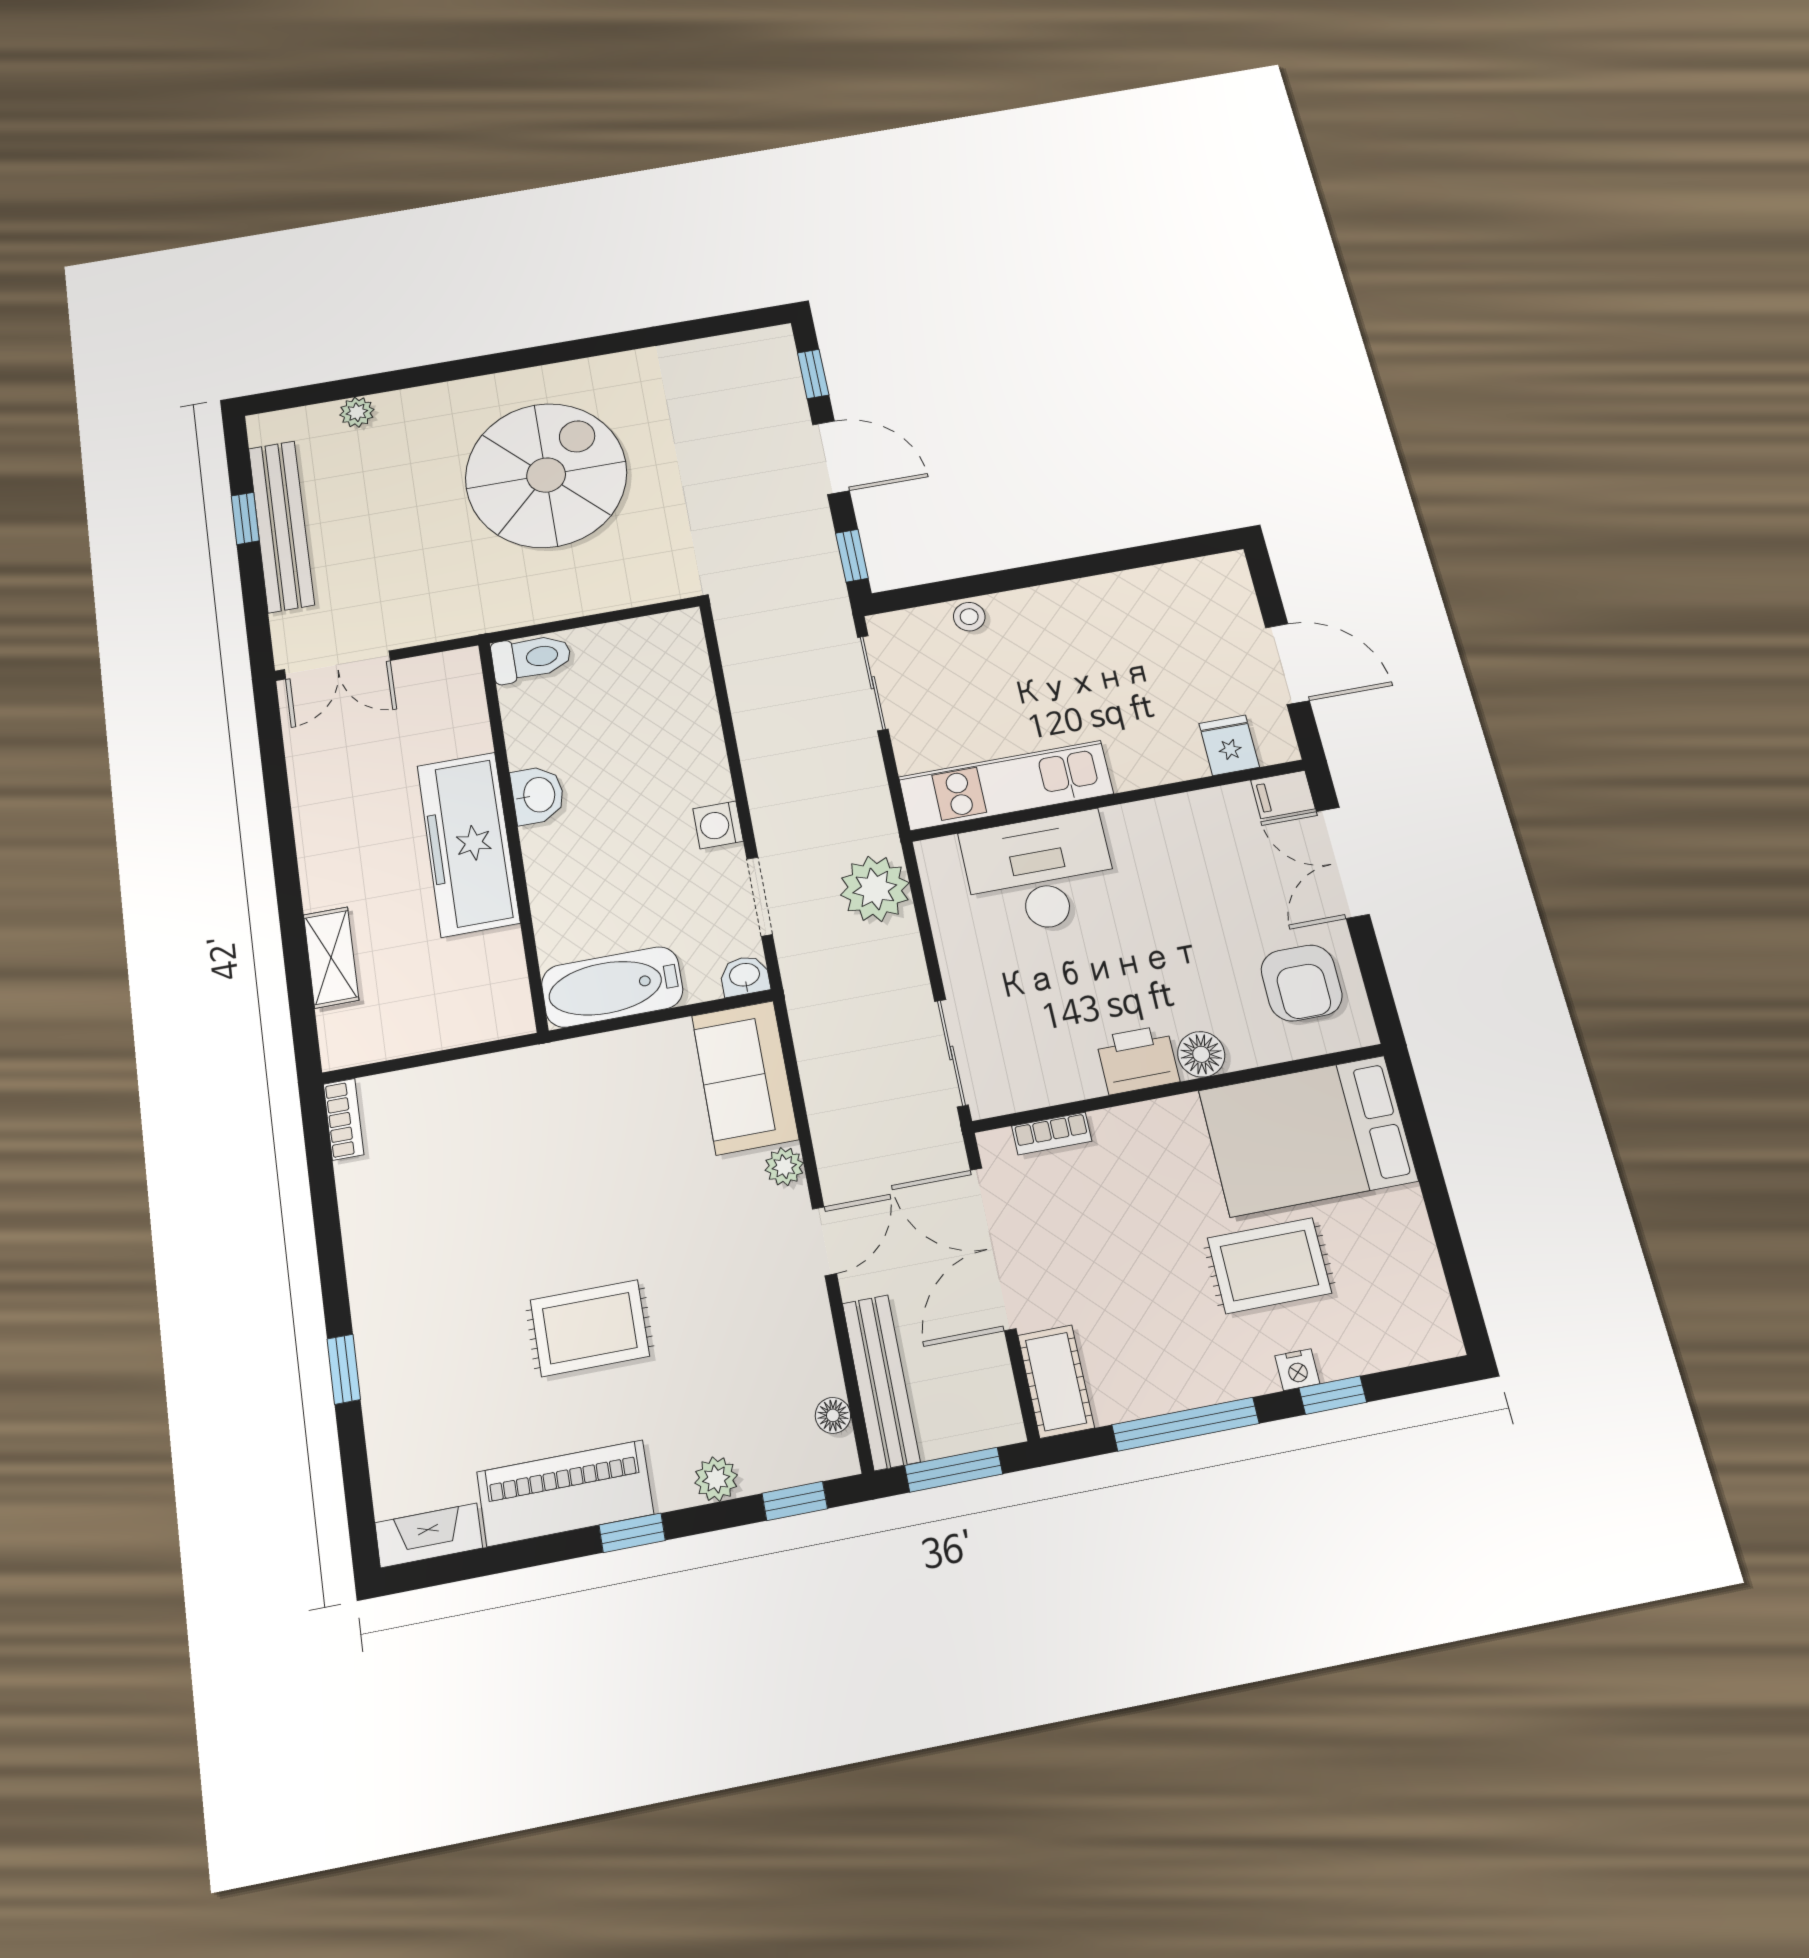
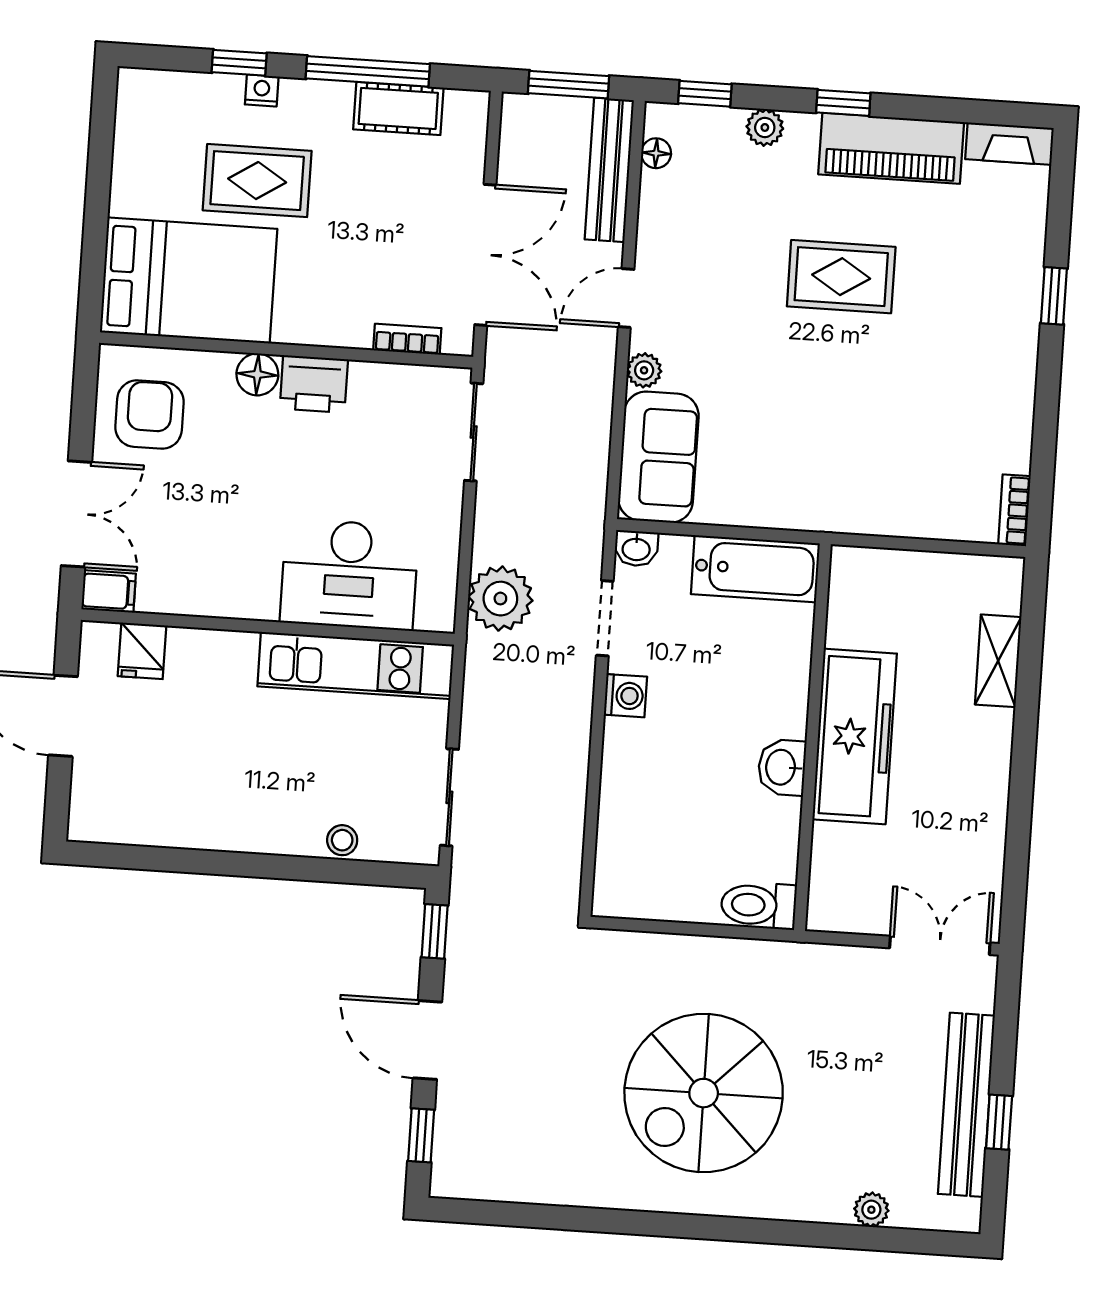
cot: (1056, 1381) -> (398, 108), moved, turned 90

